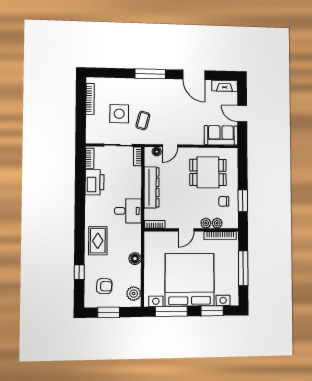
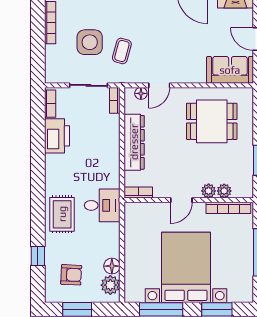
chair: (224, 201) -> (233, 161), removed
desk: (128, 211) -> (102, 205), moved
floor lamp: (135, 259) -> (112, 266), moved
bed with nightstands: (190, 280) -> (186, 267), width x0.73

